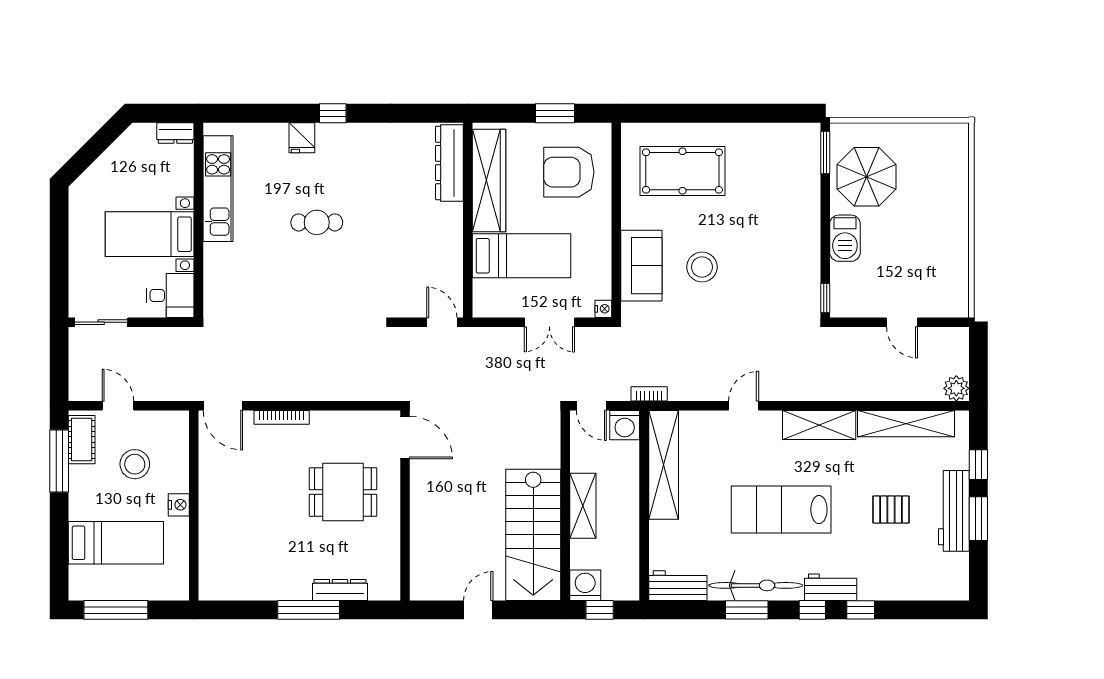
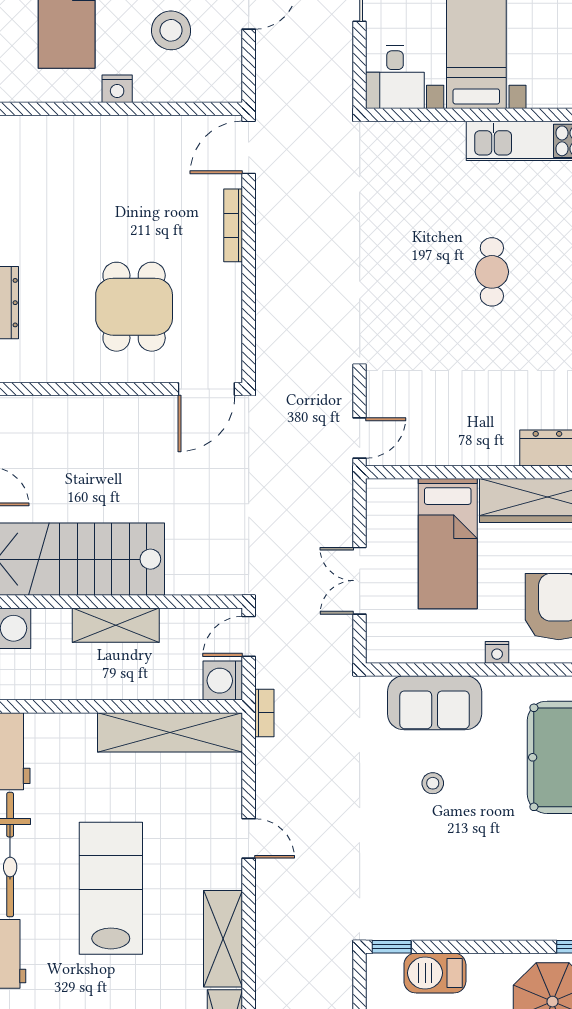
barbecue: (845, 238) -> (435, 973), moved
stool: (702, 267) -> (433, 783), width x0.53, depth x0.53
nightstand: (603, 309) -> (497, 652), moved

